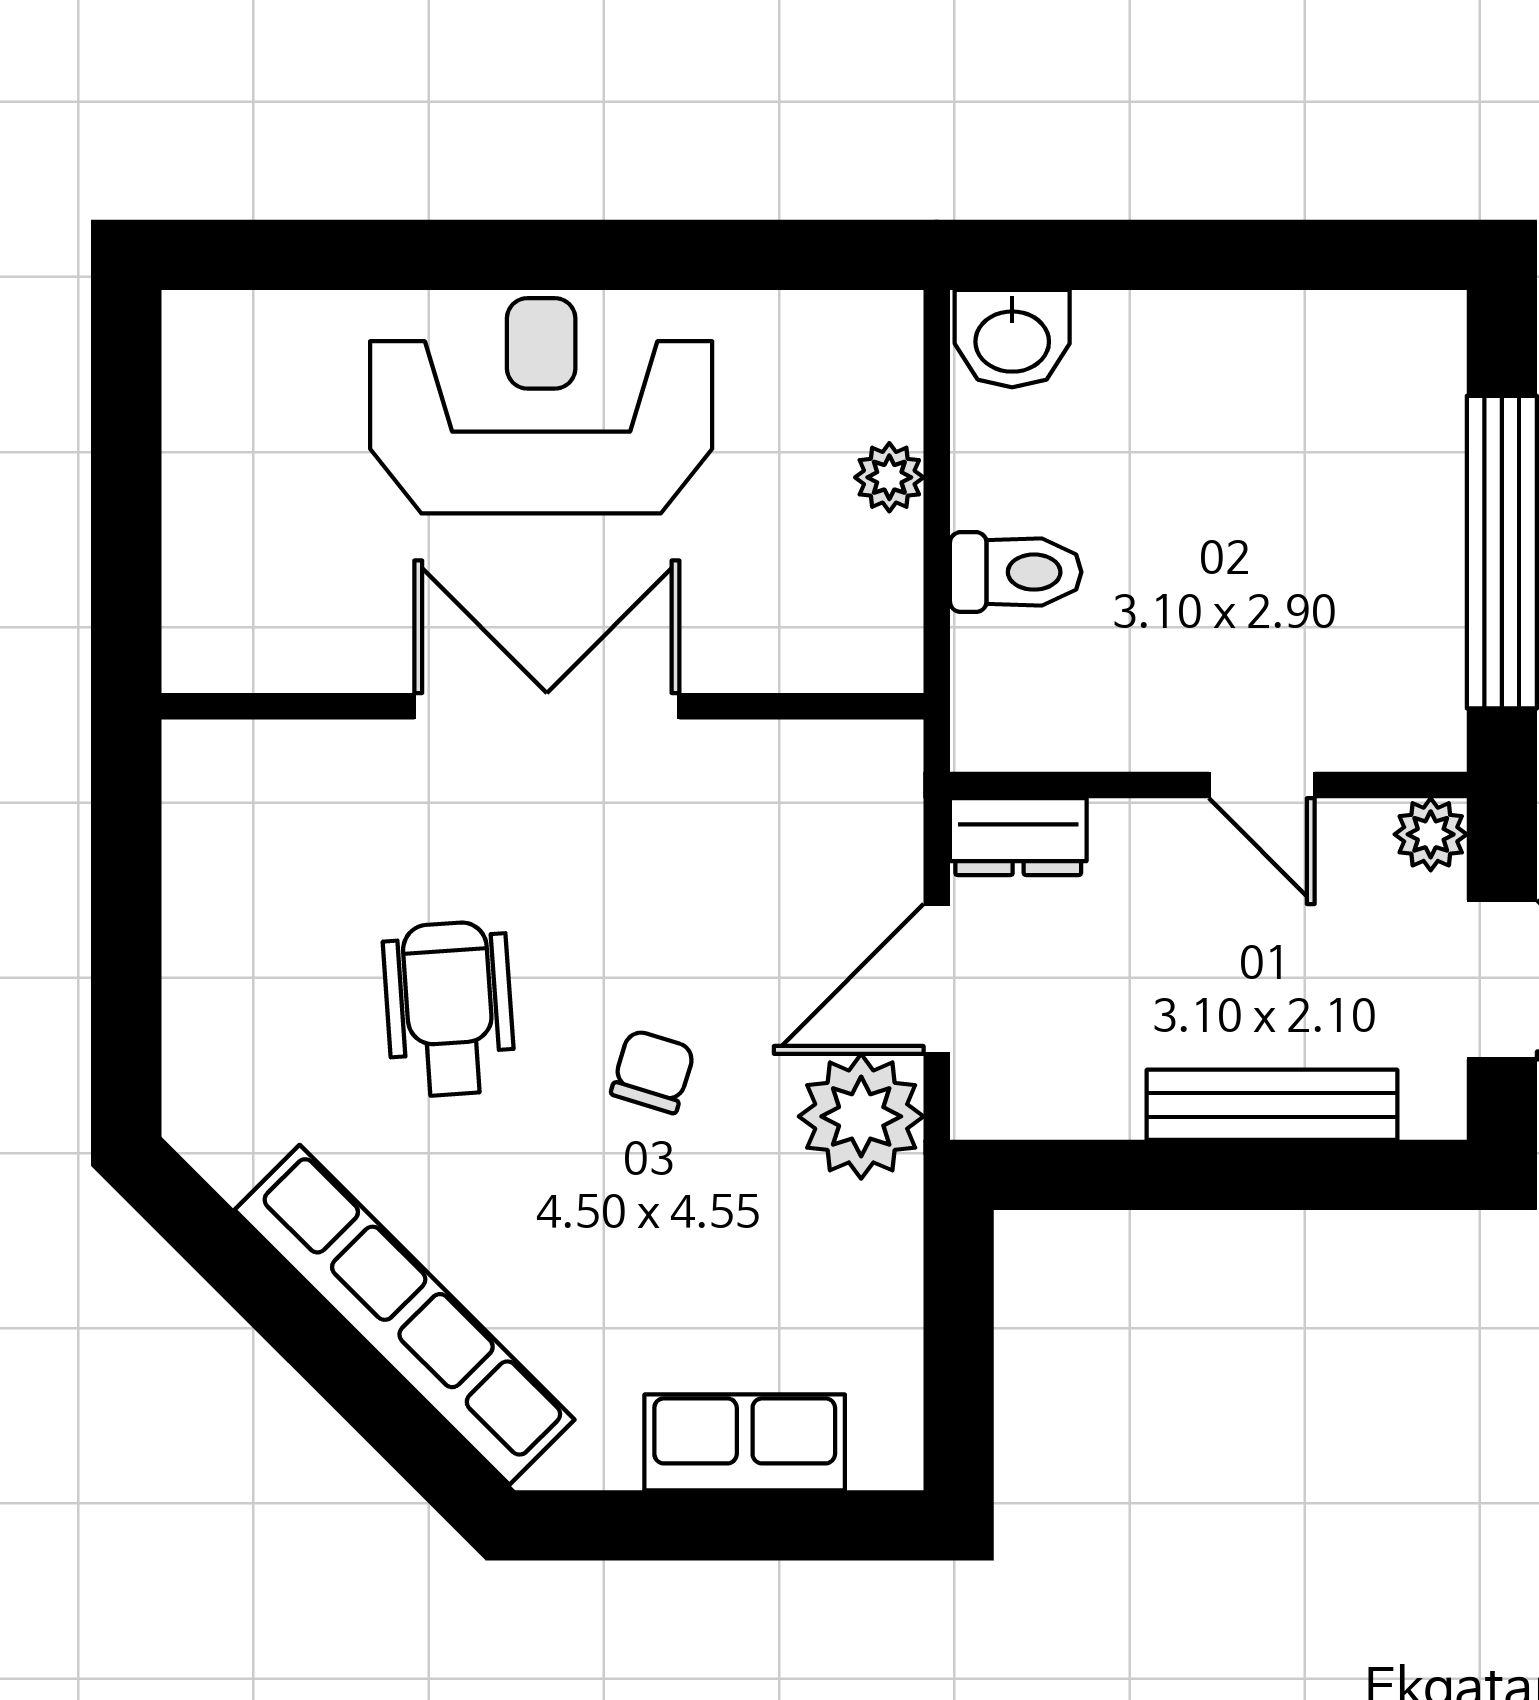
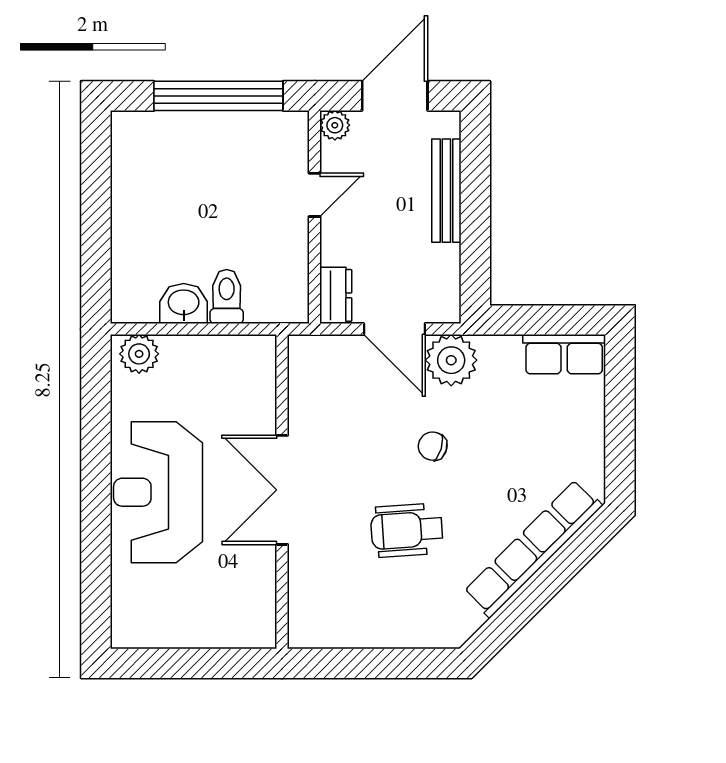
washbasin: (1012, 339) -> (184, 304), moved, turned -90
plant: (889, 477) -> (139, 354), moved, width x1.38, depth x1.38
row of seats: (745, 1442) -> (564, 354), moved, turned -90

